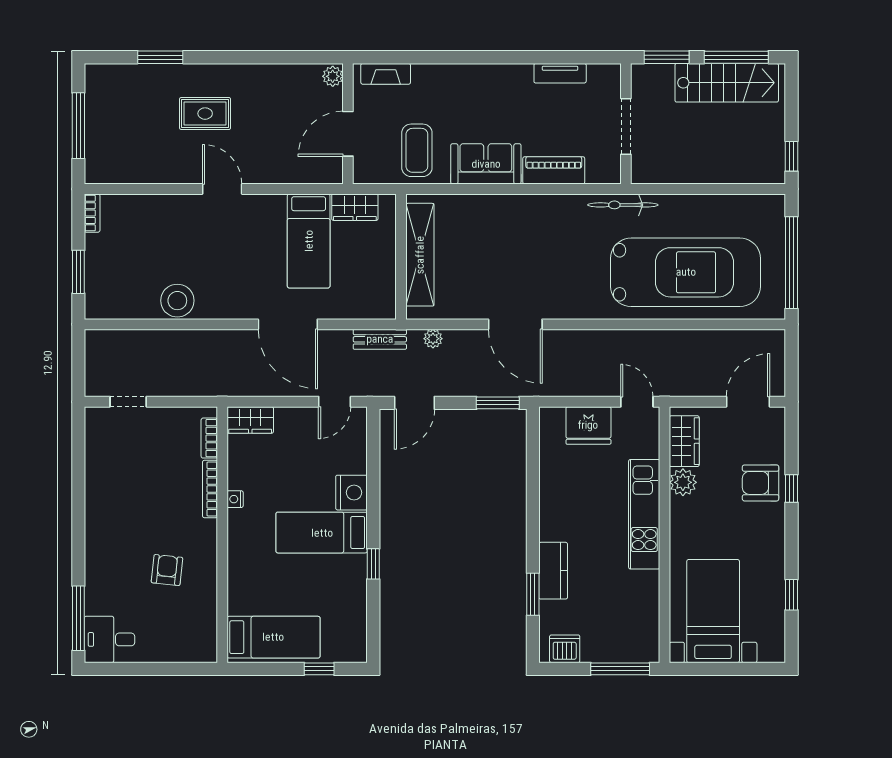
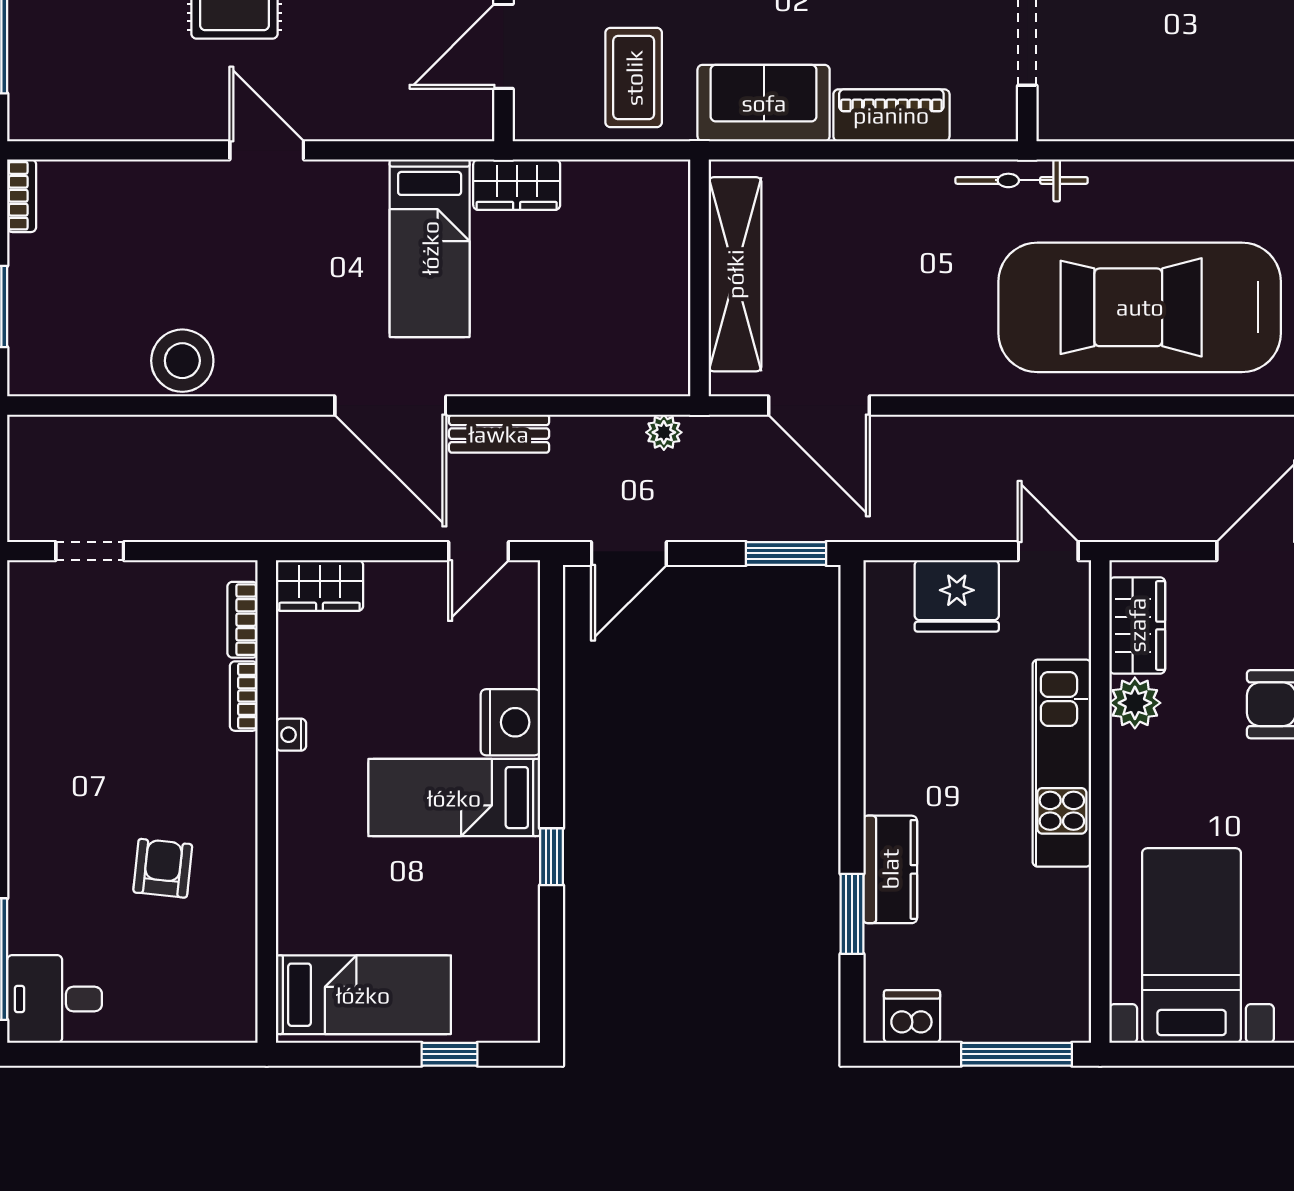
shelving: (420, 255) -> (735, 274), moved
wall: (401, 257) -> (699, 278), moved
car: (686, 272) -> (1140, 307), turned 180
bench: (380, 339) -> (499, 434), moved
bookcase: (210, 489) -> (244, 696), width x0.64

